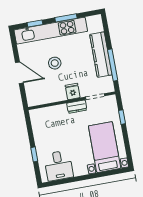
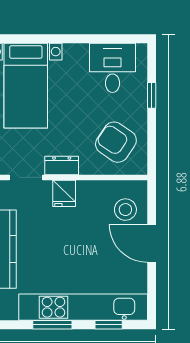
stool: (55, 63) -> (125, 210), moved
armchair: (49, 125) -> (116, 142), added

